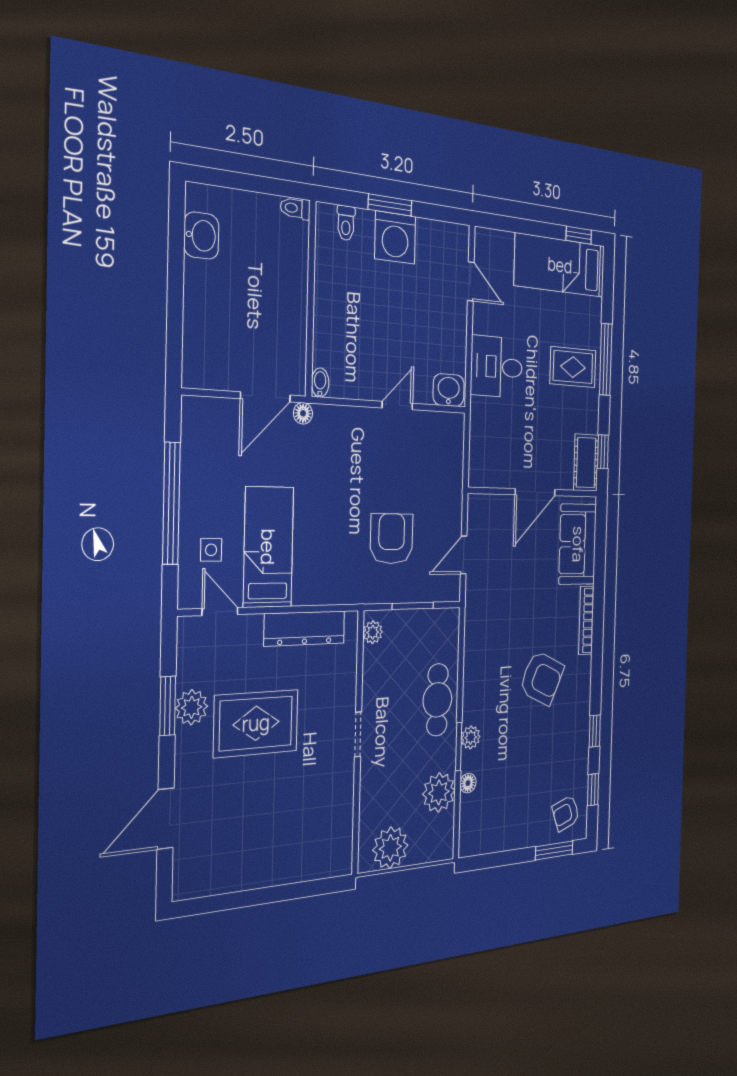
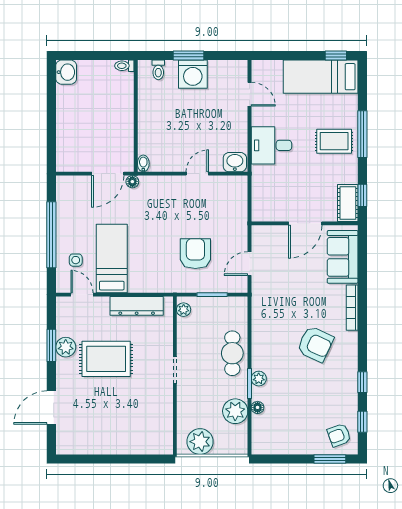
washbasin: (201, 236) -> (66, 72), moved

